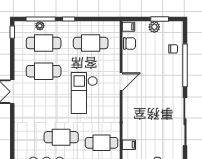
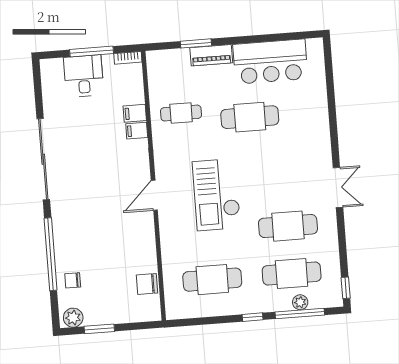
filing cabinet: (128, 27) -> (137, 131), moved
plant: (154, 27) -> (73, 318), moved
door: (121, 82) -> (154, 195), moved
checkout: (84, 93) -> (216, 195), turned 180
cafe table: (102, 143) -> (181, 113), width x0.73, depth x0.74

